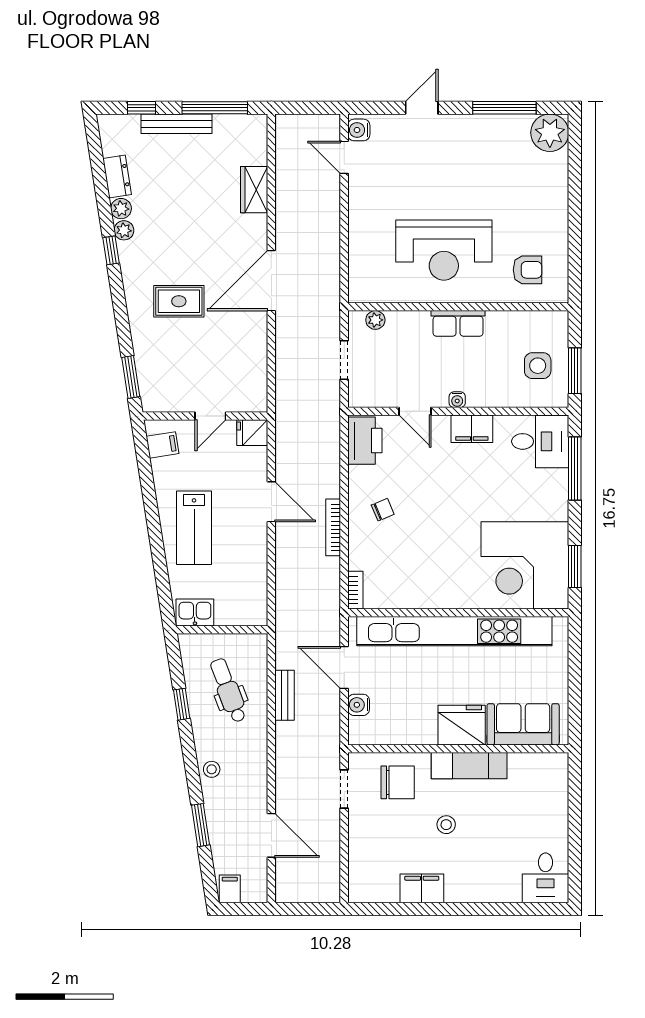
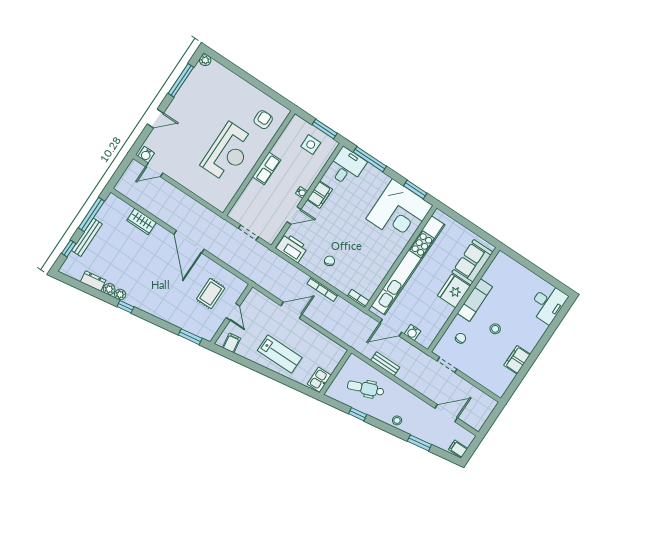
door: (422, 108) -> (155, 119), swing flipped
plant: (550, 133) -> (205, 60), width x0.53, depth x0.53
rug: (179, 301) -> (211, 294), moved
plant: (375, 320) -> (239, 206), removed
fridge: (252, 433) -> (254, 298), removed
chair: (398, 782) -> (461, 338), width x0.54, depth x0.54
desk: (545, 878) -> (548, 303), width x1.37

